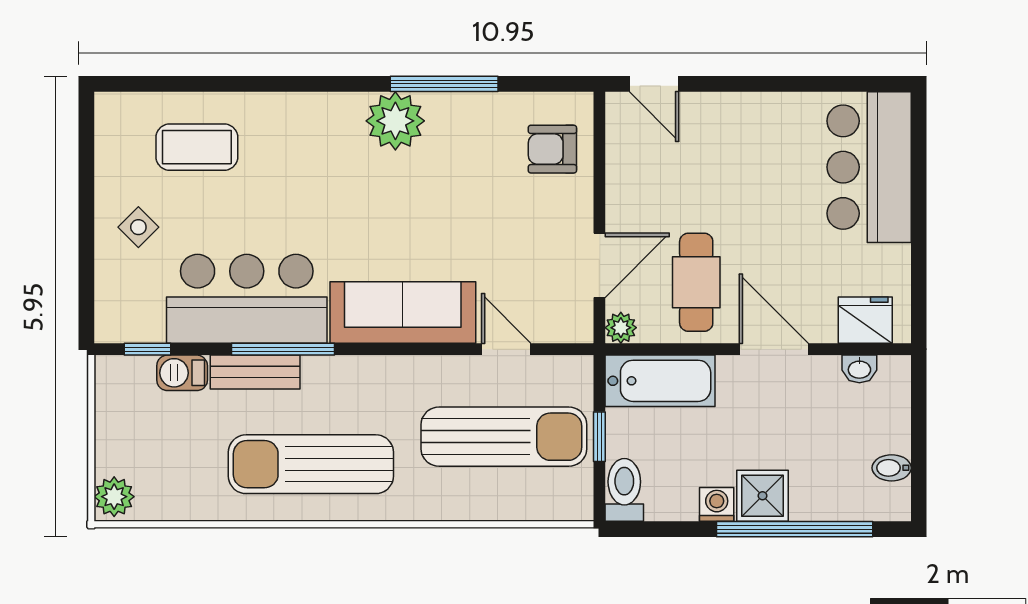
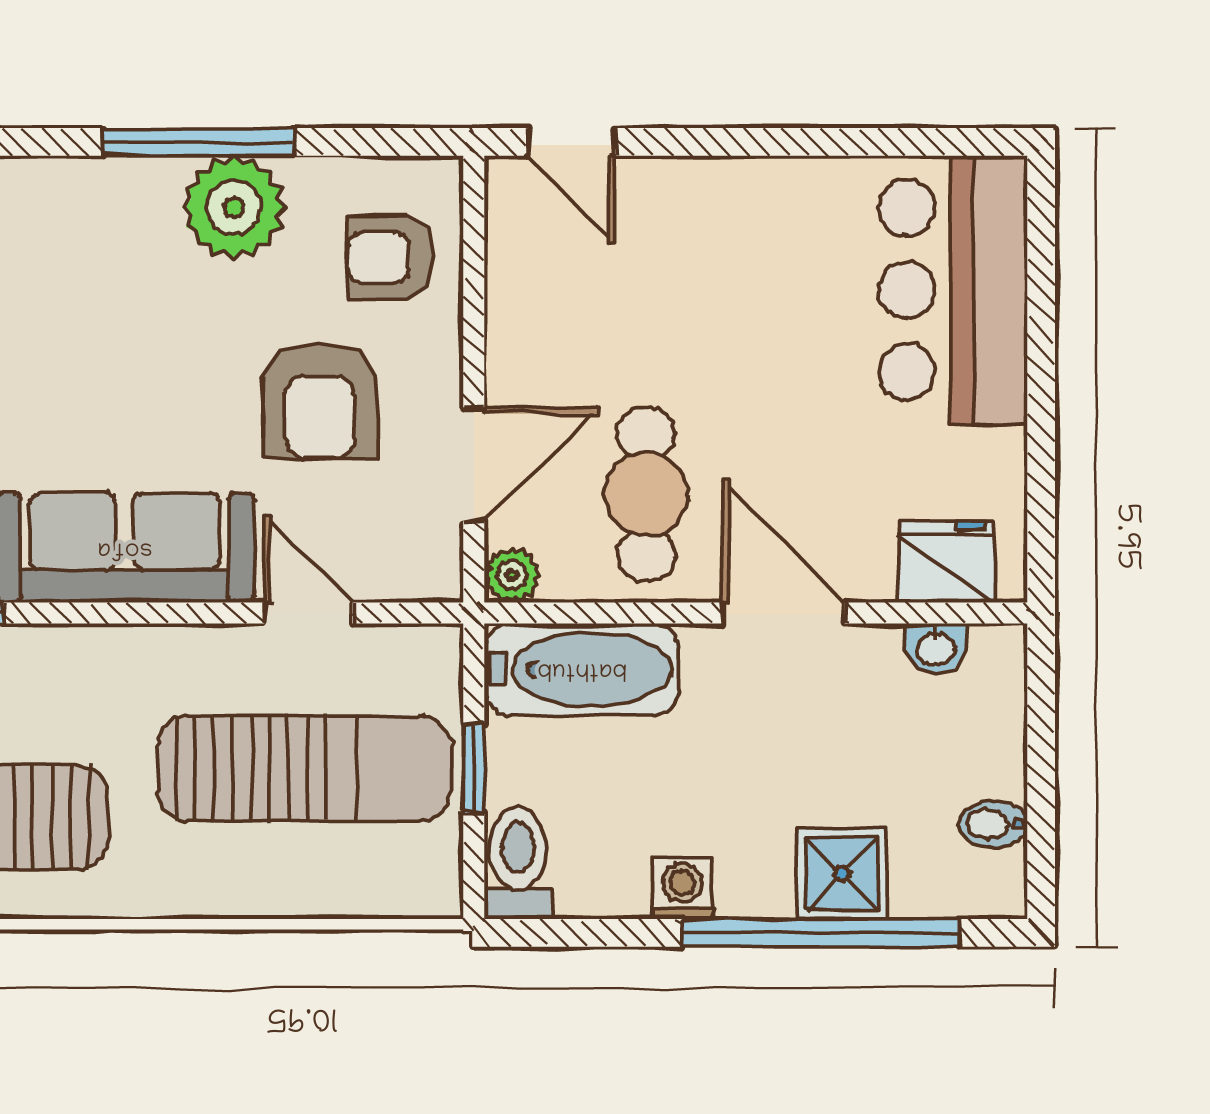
plant: (395, 121) -> (234, 207), moved
armchair: (513, 230) -> (320, 401), added
shower: (763, 496) -> (842, 873), moved

